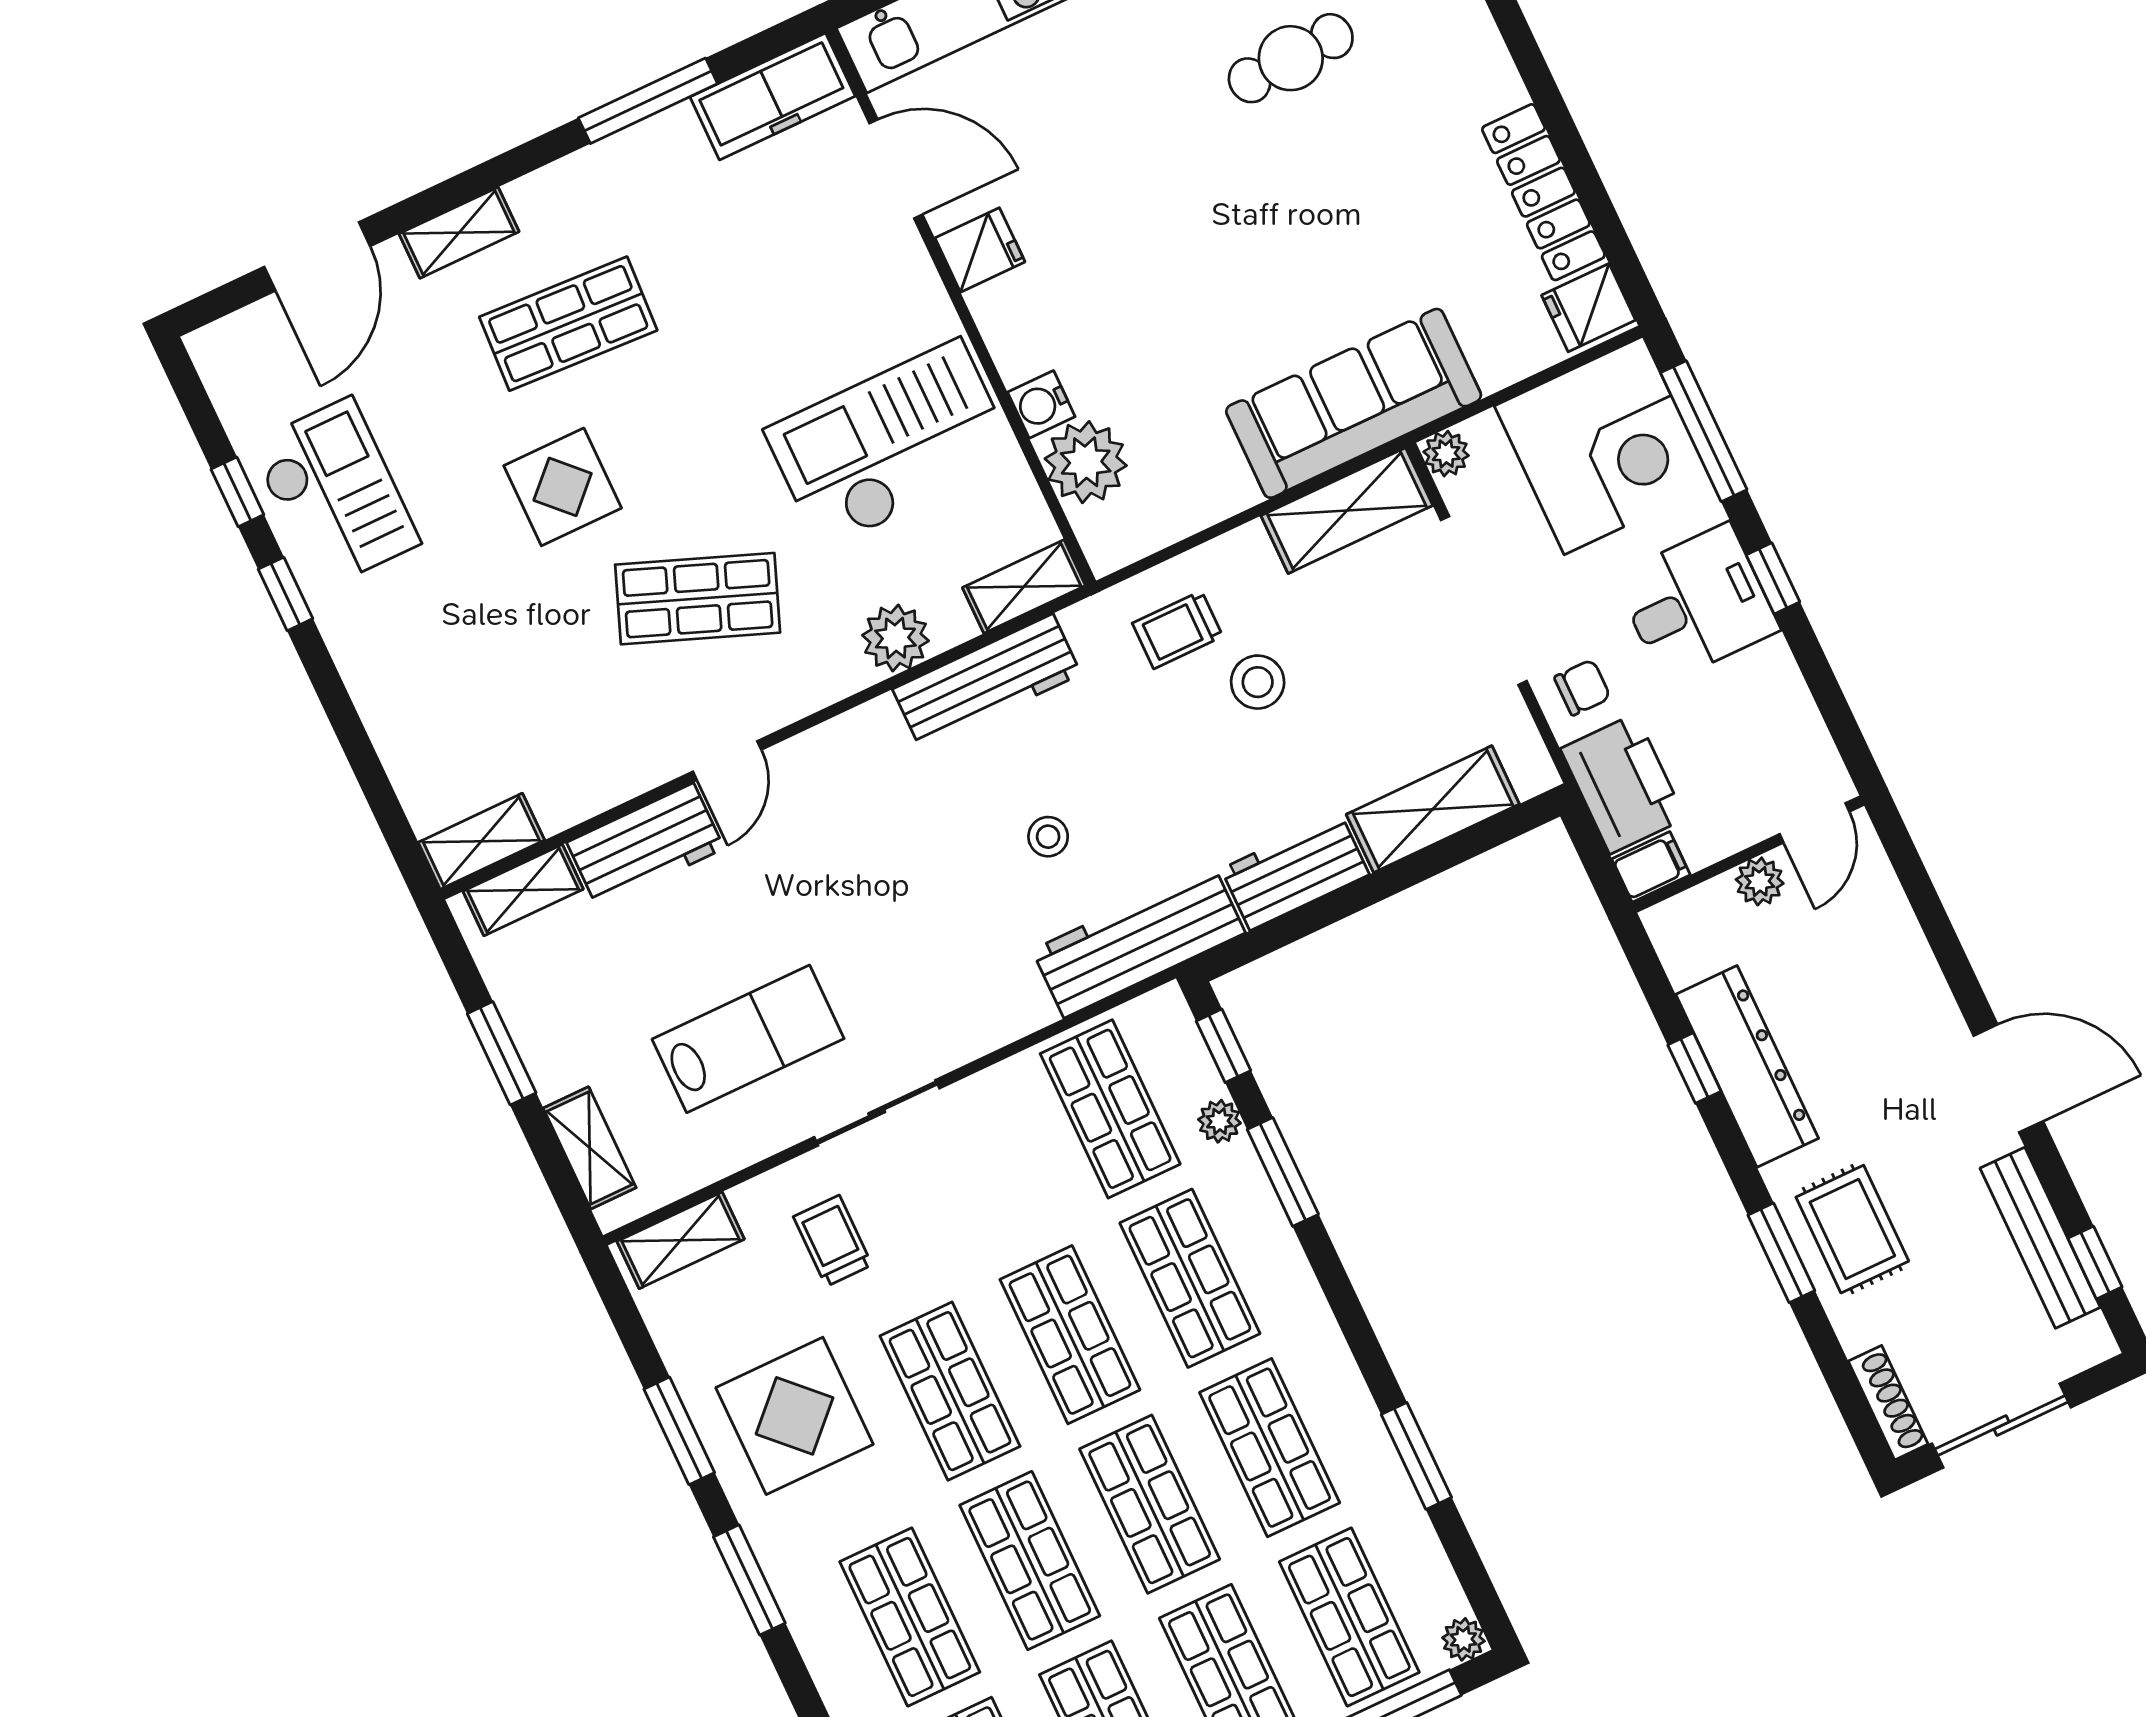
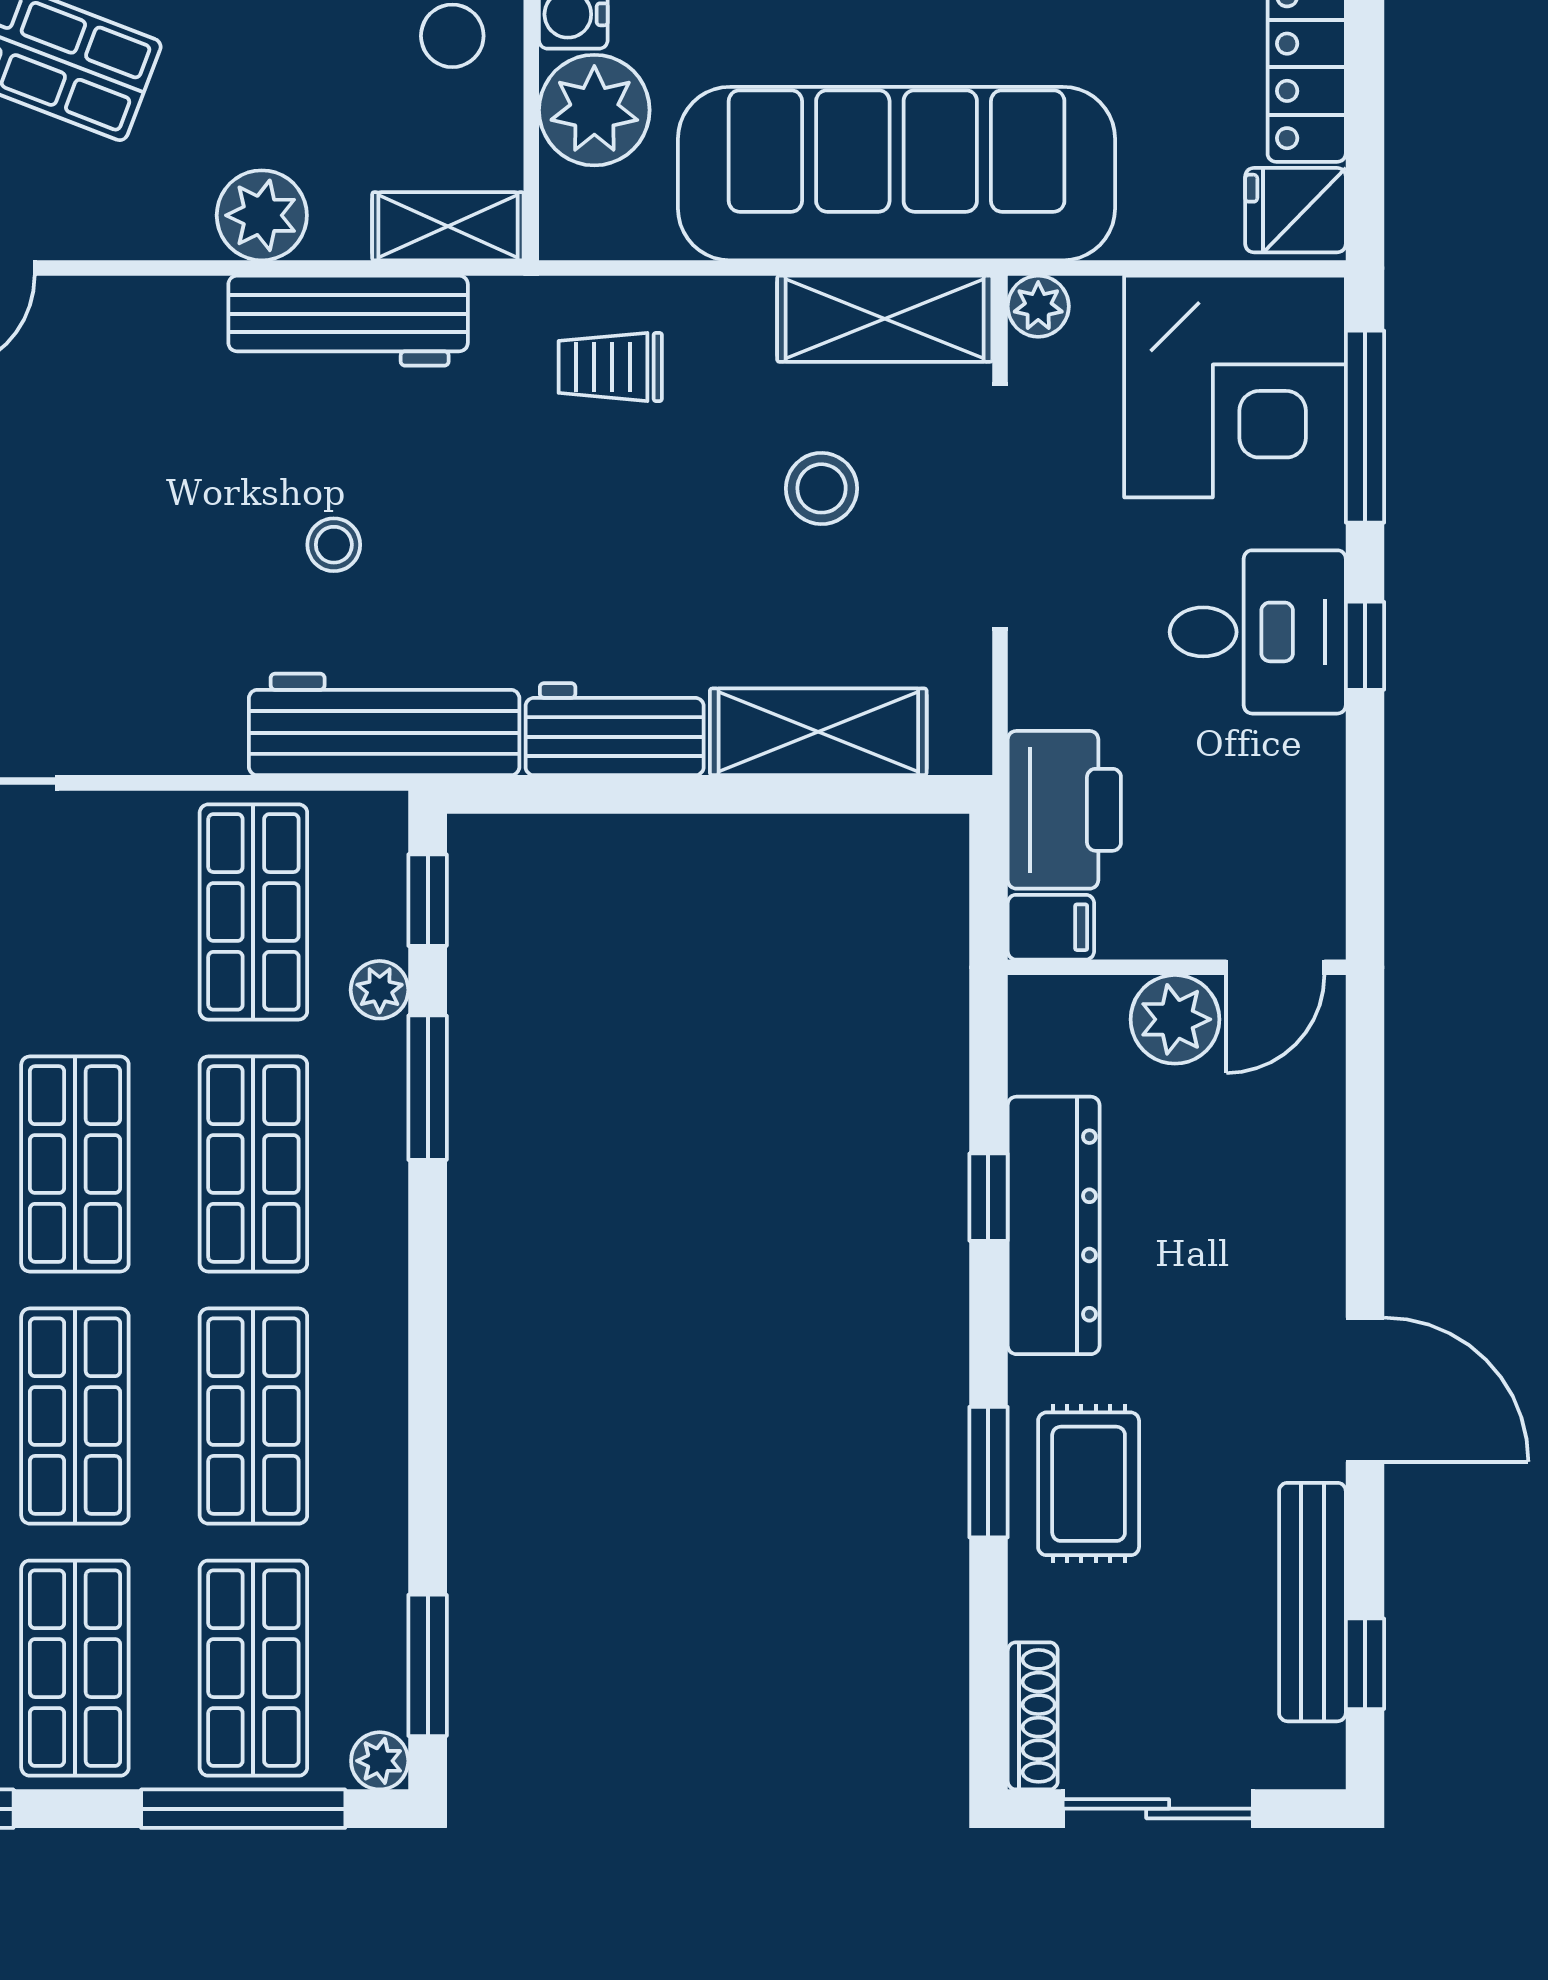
sofa: (1354, 403) -> (897, 174), width x1.36, depth x1.27
stool: (1258, 682) -> (822, 488), moved
chair: (1582, 687) -> (1070, 669), removed
plant: (1760, 881) -> (1175, 1019), width x1.38, depth x1.38
window: (1416, 1456) -> (428, 1665), moved

